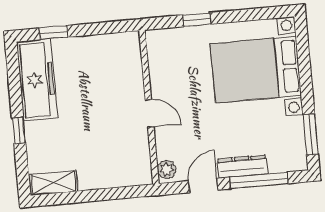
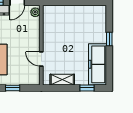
door: (150, 113) -> (41, 59), moved
shelving: (54, 183) -> (62, 80), moved

